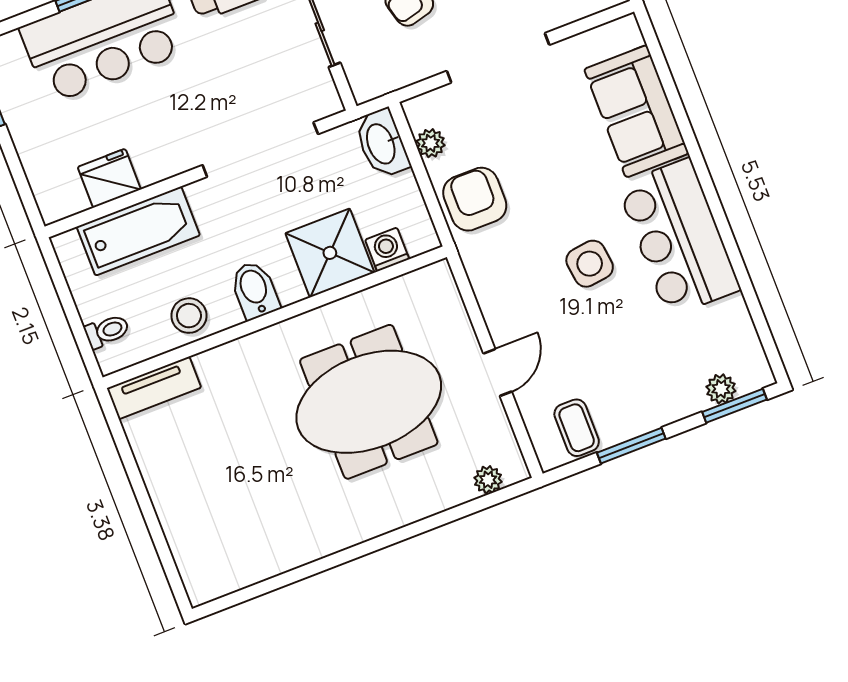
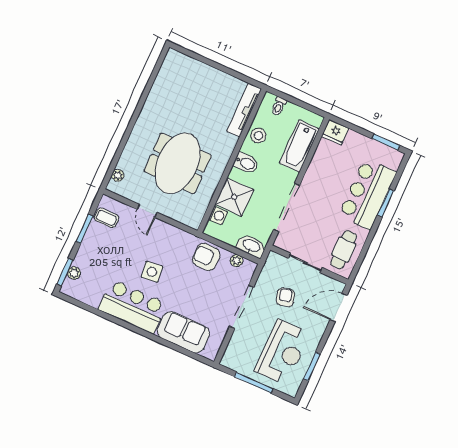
fridge: (109, 178) -> (335, 132), moved, turned 90
armchair: (475, 199) -> (206, 257), turned 180
tv unit: (154, 388) -> (244, 110), width x1.41

